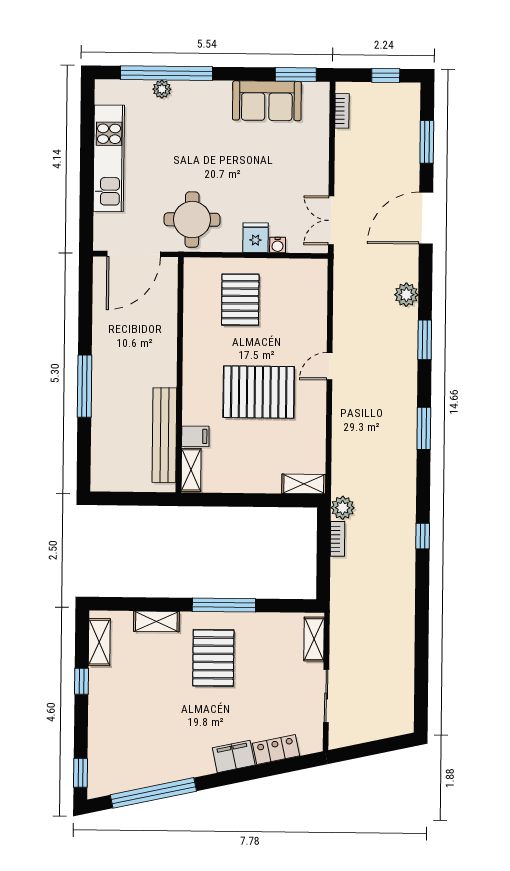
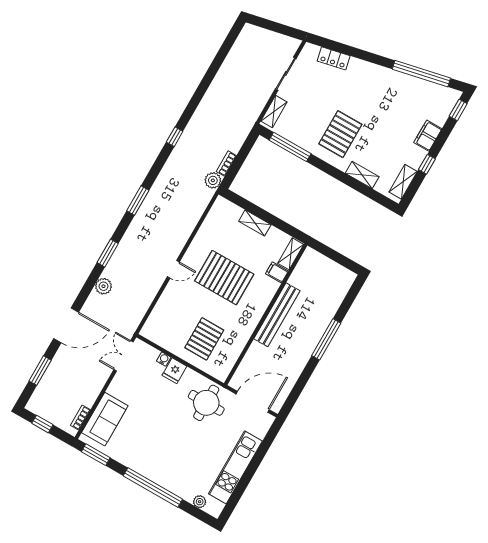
window: (167, 73) -> (153, 488), moved
plant: (162, 89) -> (200, 502), moved
sofa: (267, 101) -> (105, 419), moved, turned 90
double door: (331, 220) -> (124, 356), swing flipped
bench: (164, 435) -> (277, 315), moved
shelving: (304, 484) -> (255, 223), moved
window: (224, 605) -> (290, 147), moved
filing cabinet: (234, 756) -> (428, 136), moved, turned 102

